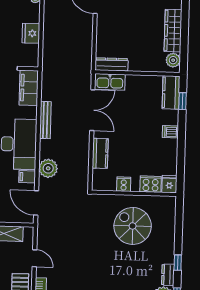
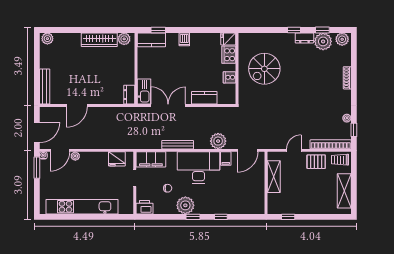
fridge: (31, 33) -> (117, 159), moved
dresser: (112, 64) -> (129, 95), width x0.70

